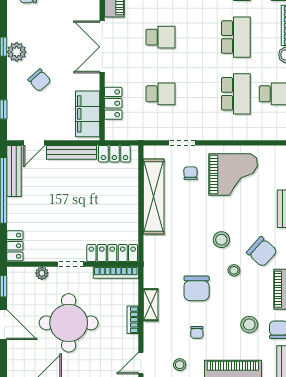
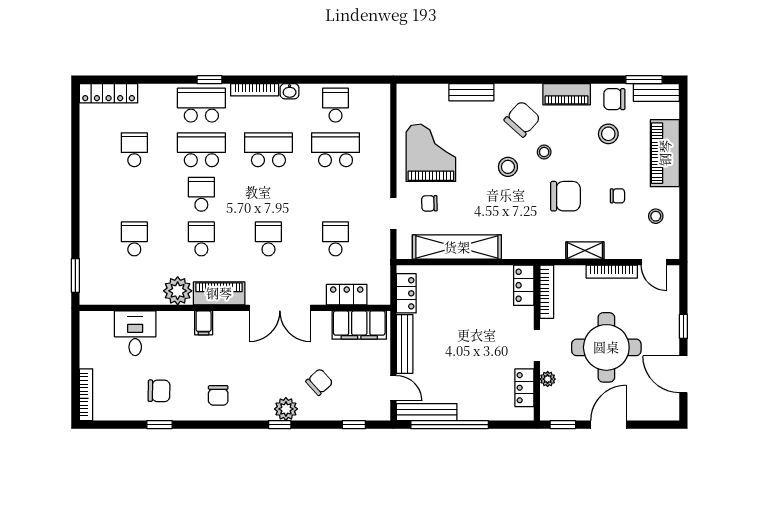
locker: (15, 246) -> (524, 388), moved, turned -90
locker: (112, 253) -> (524, 285), width x0.66
bookcase: (133, 320) -> (612, 272), width x1.56

